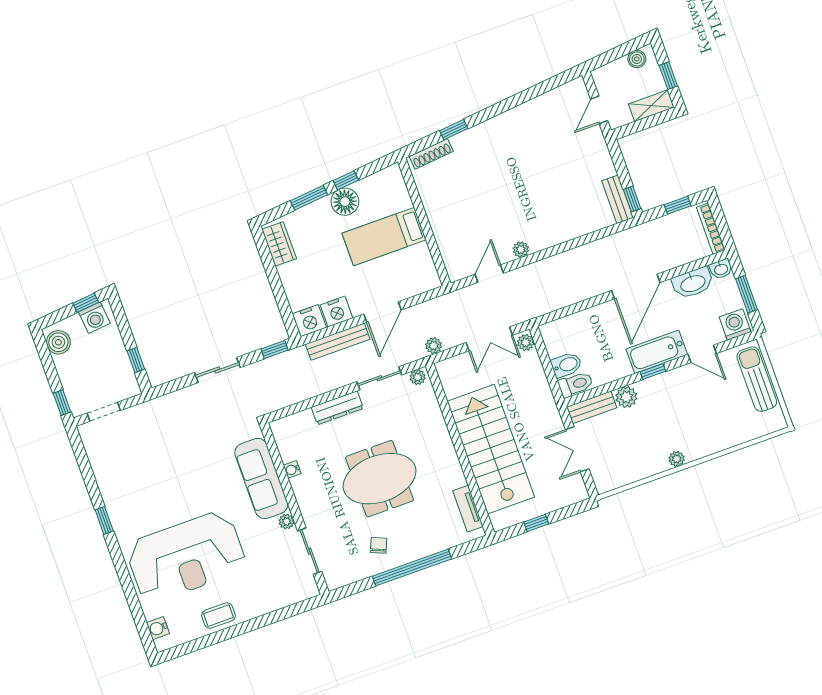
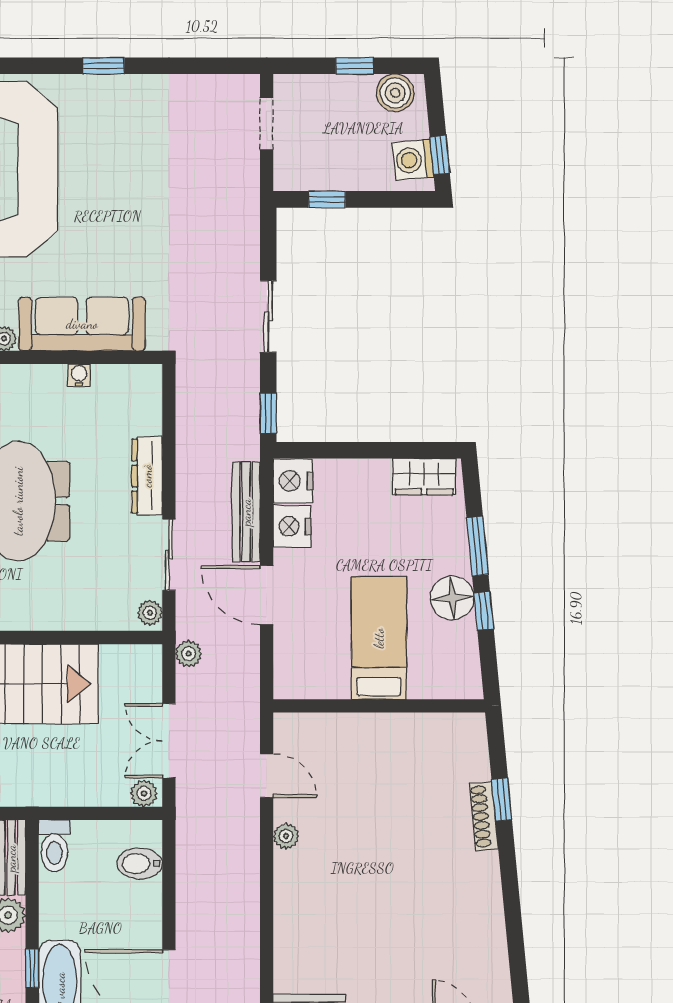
shoe rack: (431, 154) -> (484, 816), moved
bidet: (567, 365) -> (140, 864), moved, turned 90
window: (62, 403) -> (355, 66), moved

